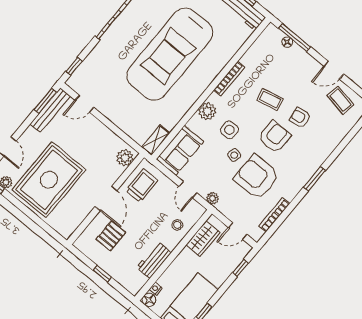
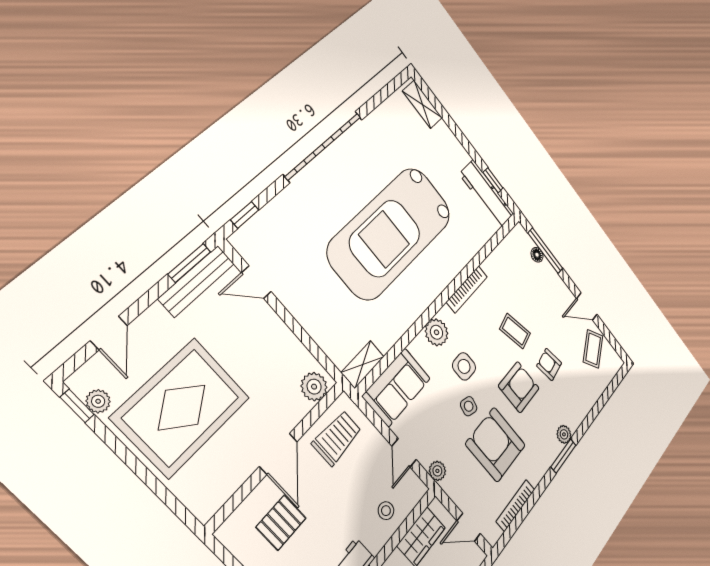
coffee table: (340, 100) -> (593, 349), turned 49
plant: (315, 164) -> (564, 434), added

